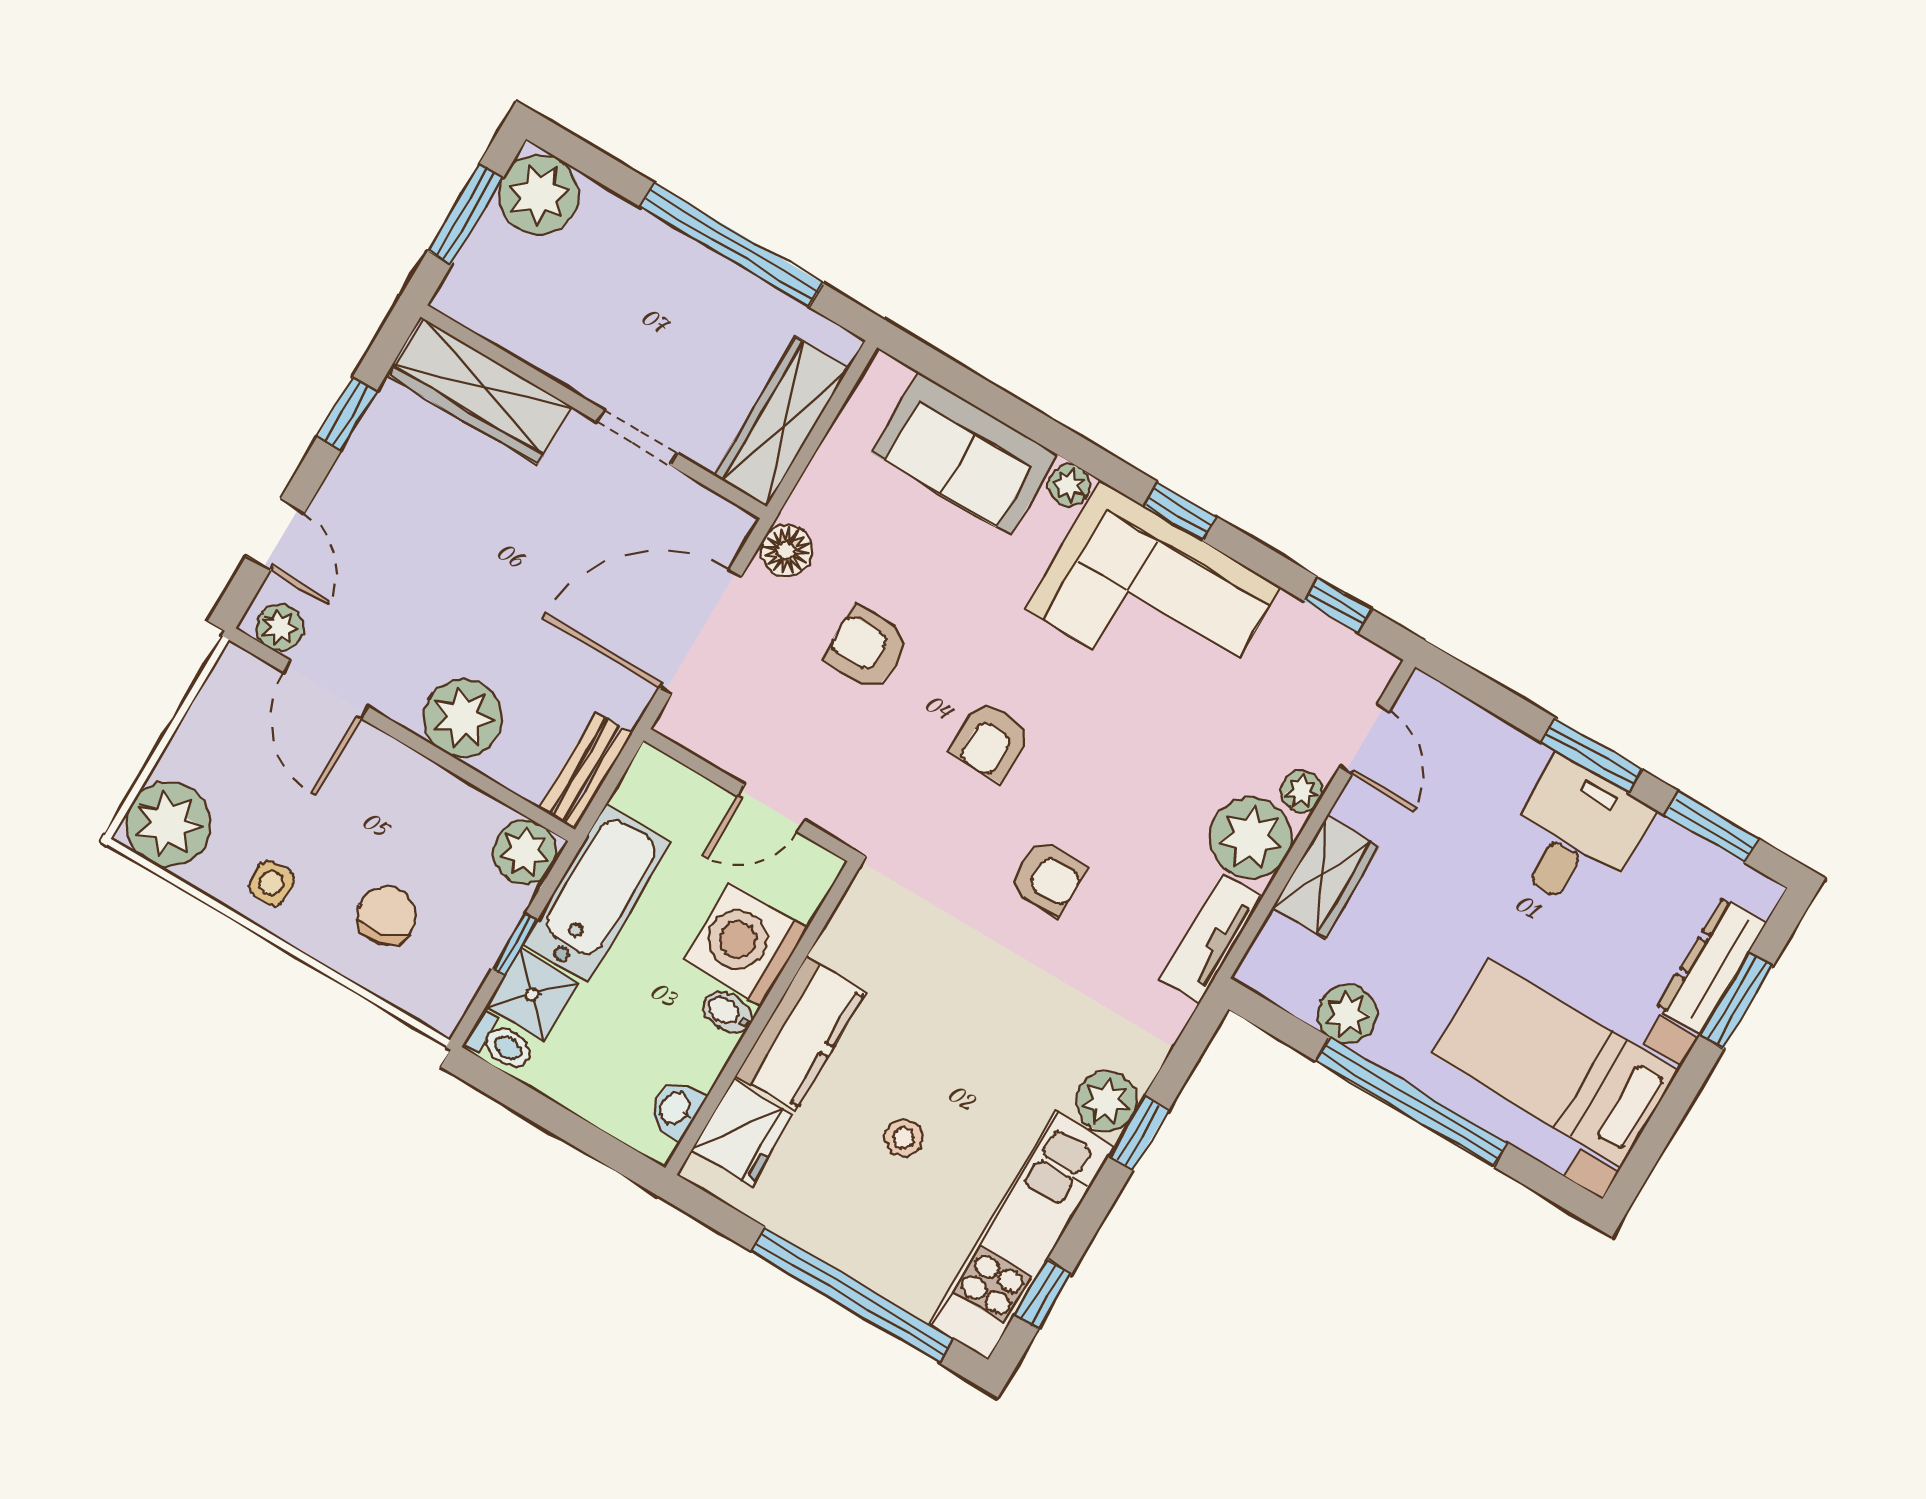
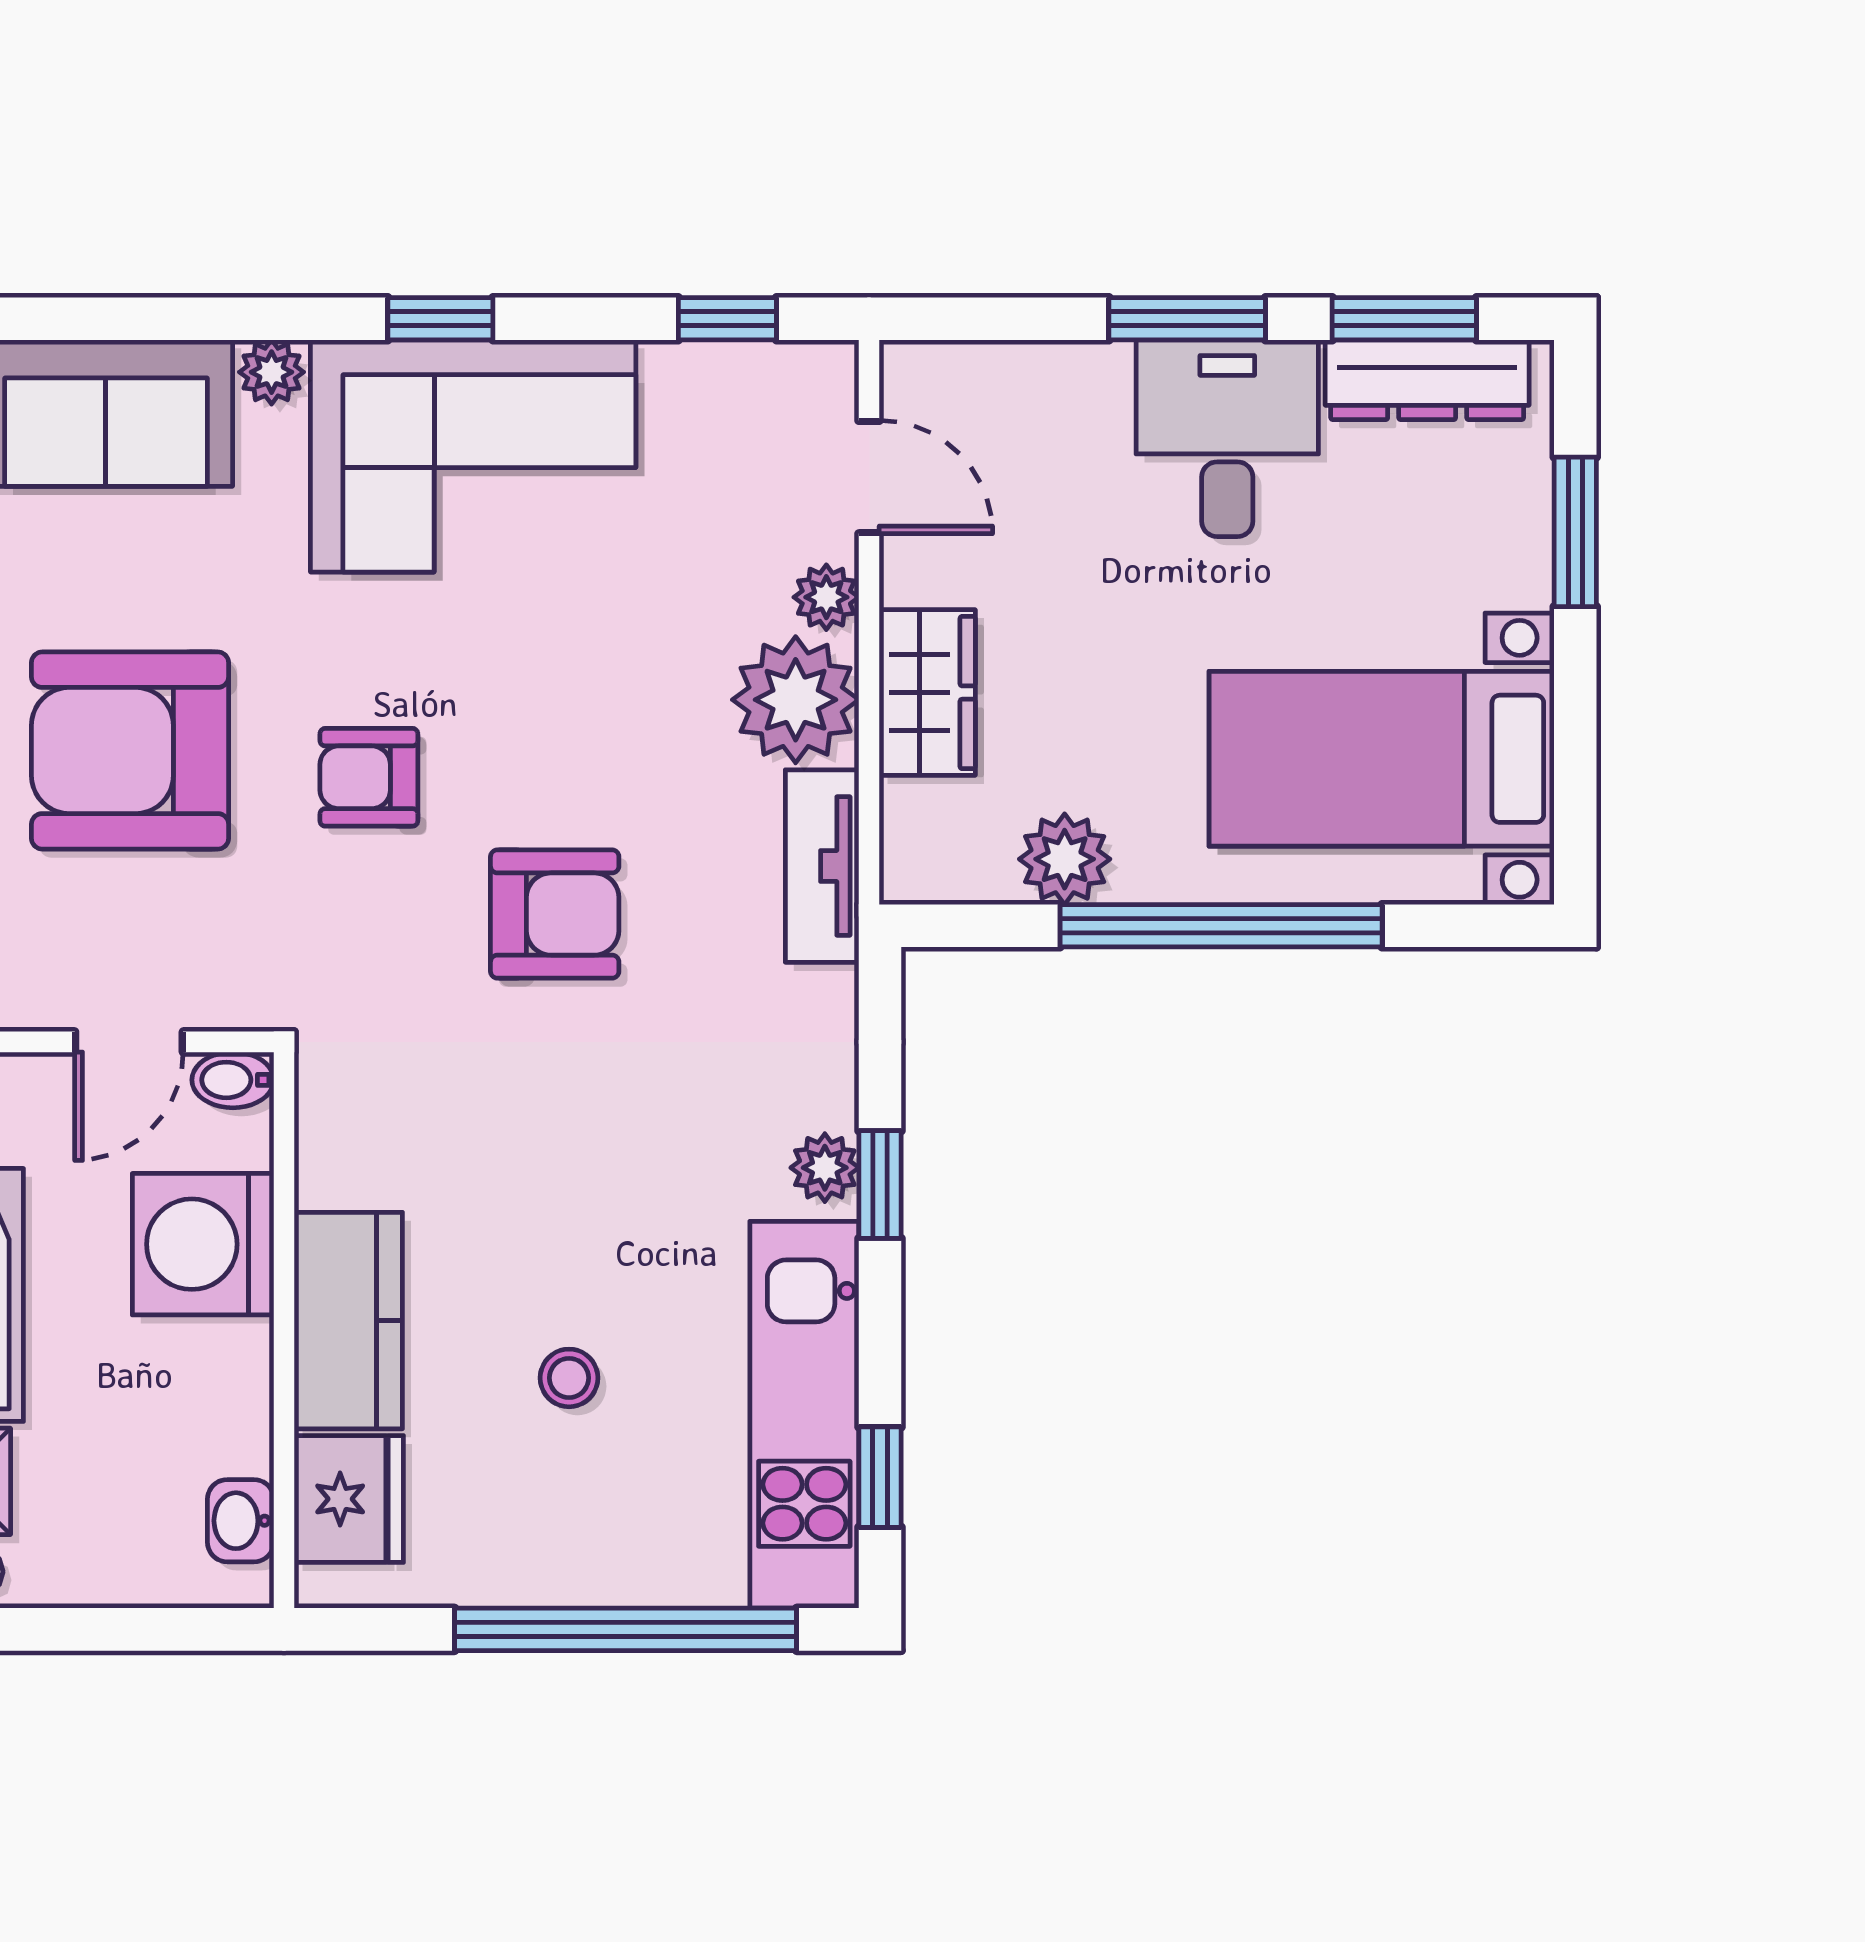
armchair: (867, 648) -> (130, 751), width x1.88, depth x1.88
armchair: (990, 741) -> (369, 777), turned 90
armchair: (1048, 877) -> (555, 914), width x1.38, depth x1.38
dresser: (1712, 965) -> (1427, 380), moved, turned -90
bidet: (727, 1012) -> (233, 1080), moved
plant: (1107, 1101) -> (825, 1168), width x0.73, depth x0.73

